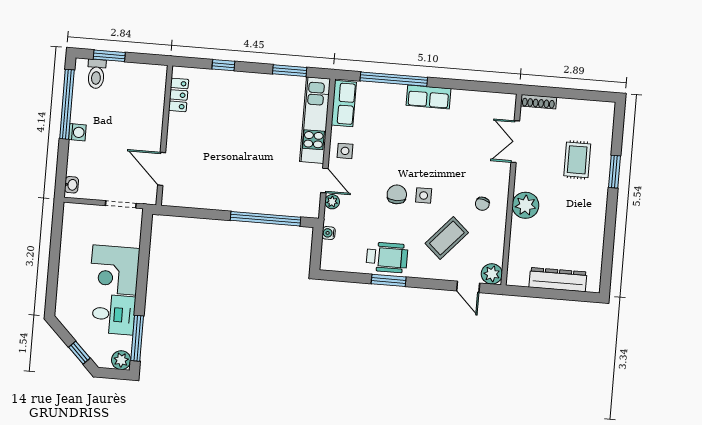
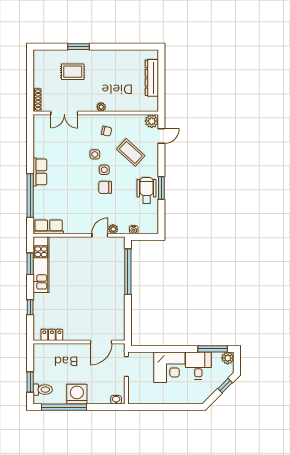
kitchen unit: (315, 120) -> (41, 265), moved, turned -90
washing machine: (77, 132) -> (77, 394), width x1.89, depth x1.89
side table: (345, 151) -> (95, 154), moved
plant: (525, 205) -> (101, 107), width x0.53, depth x0.53

